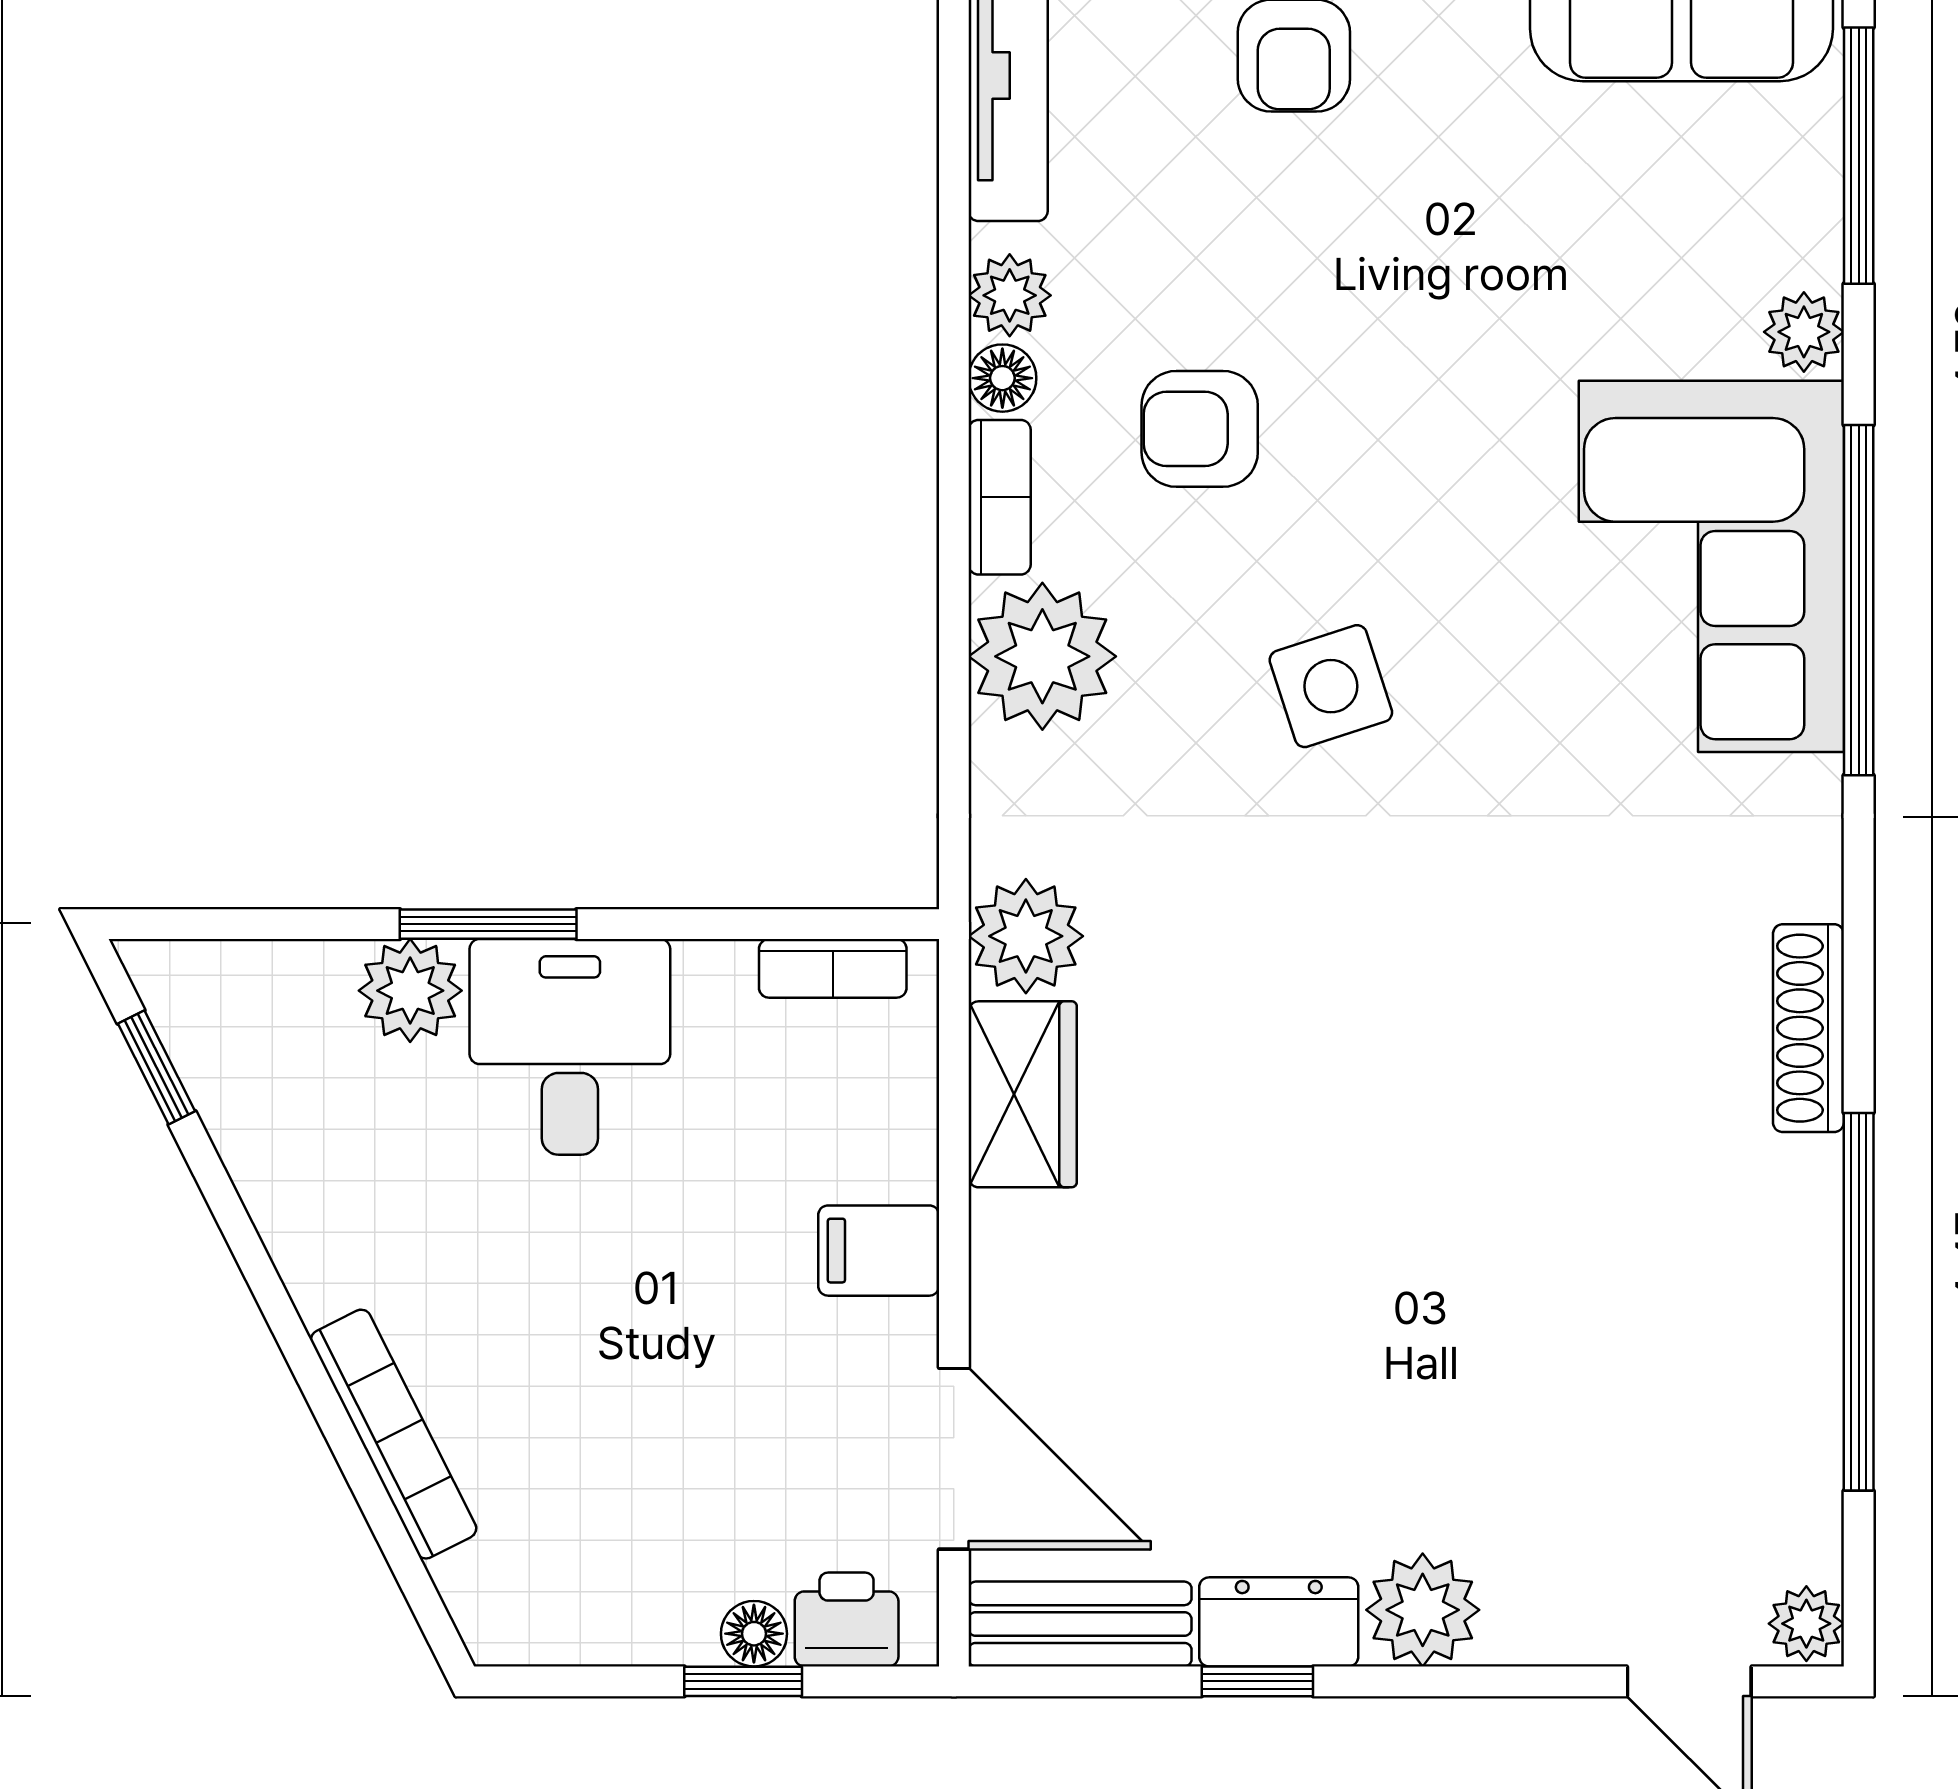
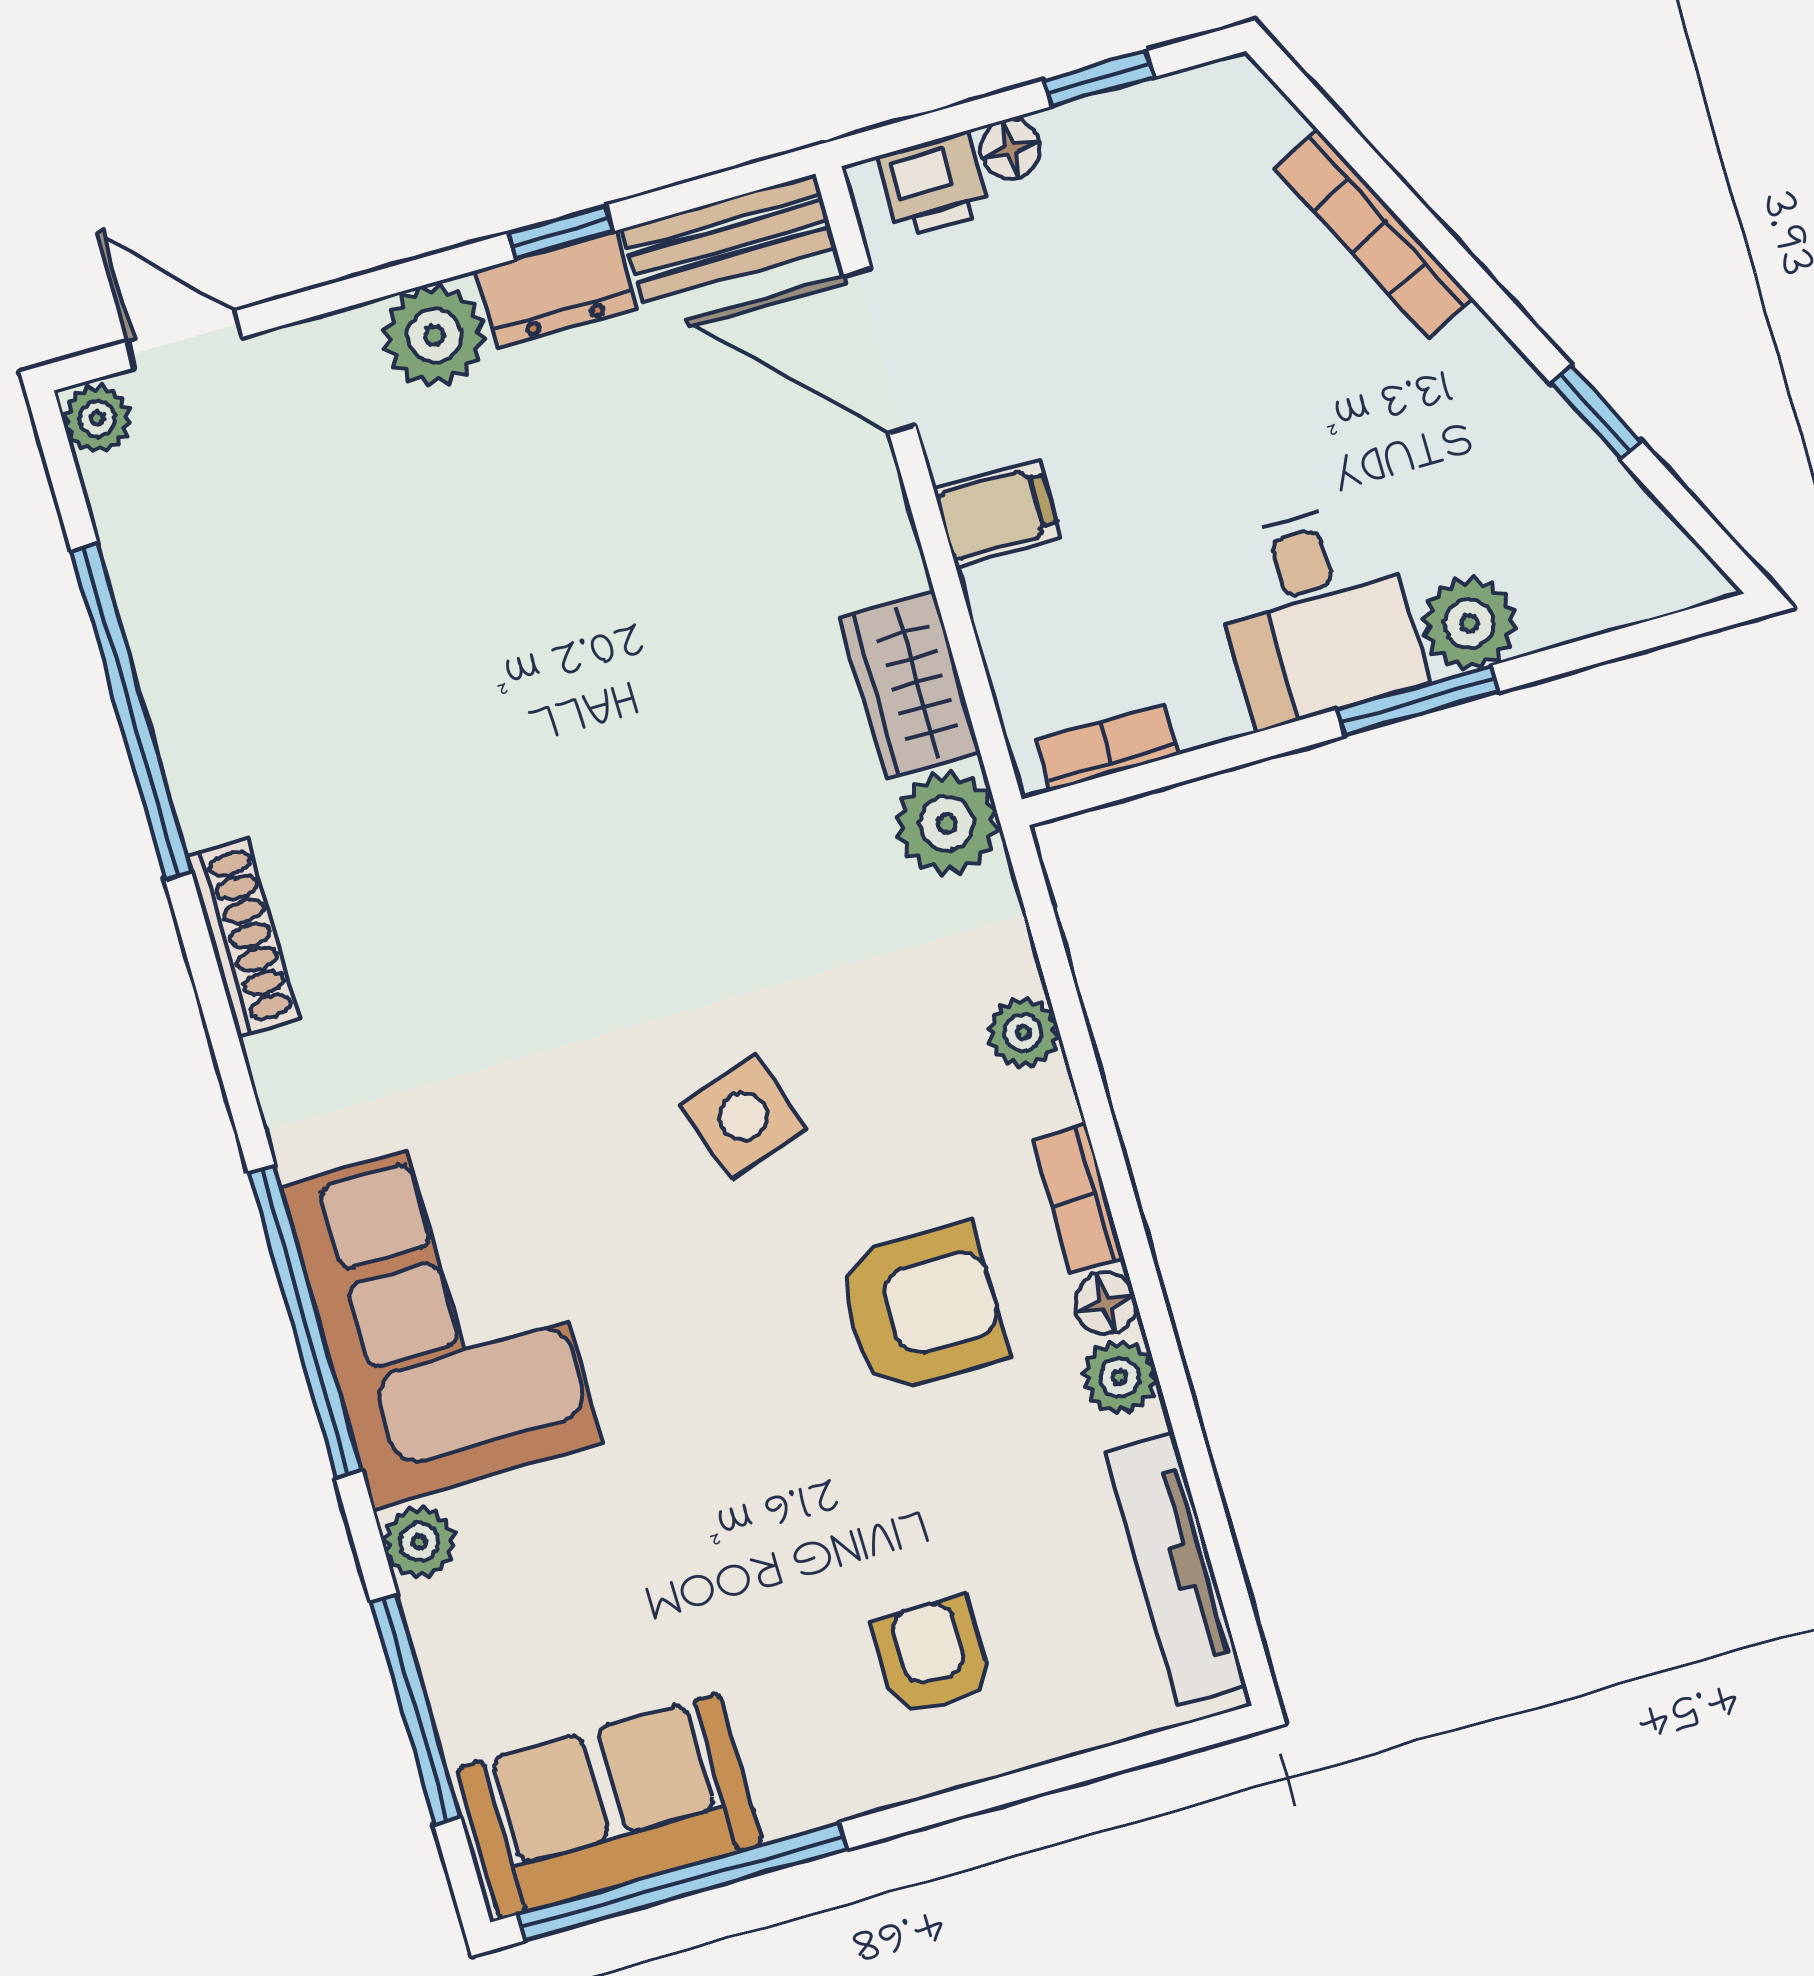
armchair: (1200, 429) -> (921, 1308), width x1.38, depth x1.38
plant: (1042, 656) -> (1023, 1033), width x0.53, depth x0.53
window: (156, 1067) -> (1596, 412), moved
window: (743, 1681) -> (1099, 79), moved

